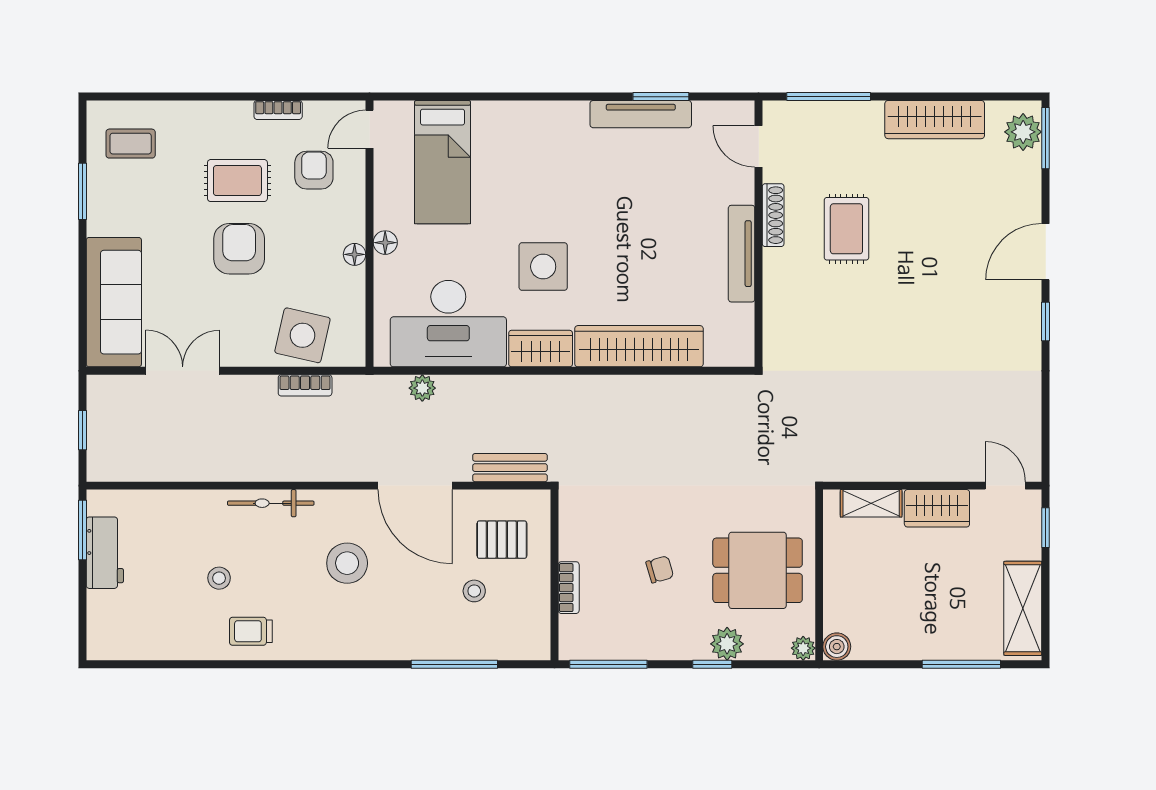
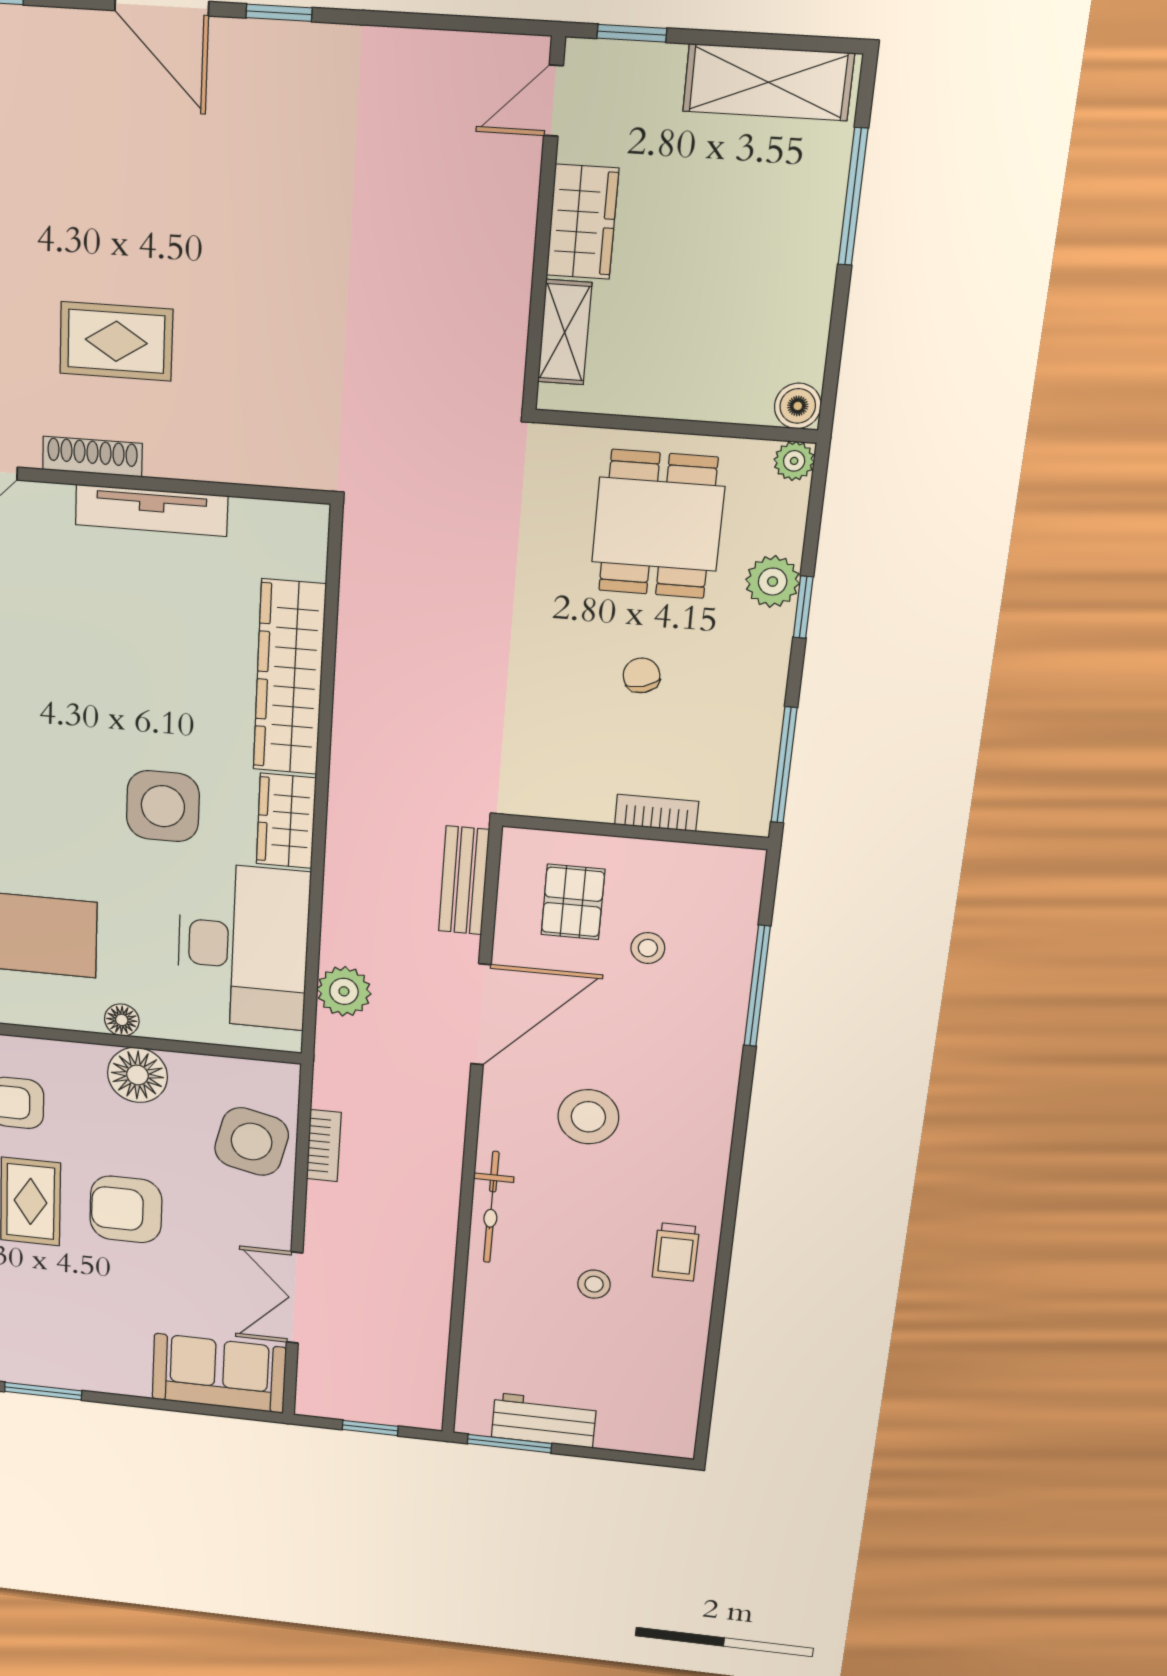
floor lamp: (355, 254) -> (137, 1075), width x1.89, depth x1.89
sofa: (114, 302) -> (219, 1373), width x0.73
plant: (422, 388) -> (344, 991), width x1.38, depth x1.38

